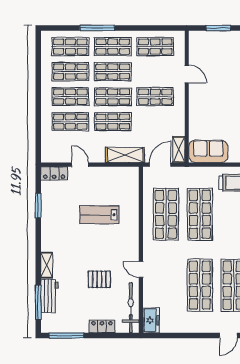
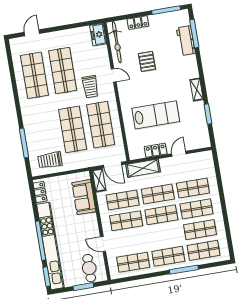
cafe table: (208, 49) -> (89, 268), added
shop shelf: (113, 72) -> (123, 200), moved
sofa: (208, 151) -> (84, 197), moved, turned 90
door: (80, 165) -> (179, 154), swing flipped
door: (160, 165) -> (112, 165), hinge flipped
locker: (54, 173) -> (156, 150), moved
lab bench: (99, 215) -> (156, 115), width x1.36, depth x1.39
trolley: (171, 261) -> (90, 87), added
shelving: (47, 265) -> (197, 89), moved
pallet: (99, 279) -> (147, 61), turned 90

